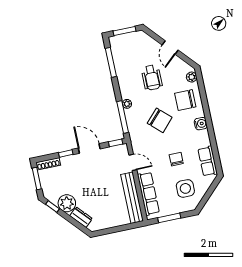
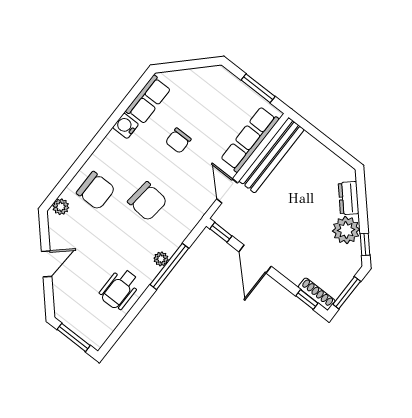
window: (111, 62) -> (126, 322), removed
wheelchair: (152, 78) -> (120, 289), moved, turned 180
window: (123, 117) -> (169, 266), moved
chair: (160, 120) -> (147, 201), turned 143
water cooler: (201, 124) -> (126, 126), moved
window: (66, 153) -> (307, 300), moved
side table: (185, 188) -> (205, 99), removed

